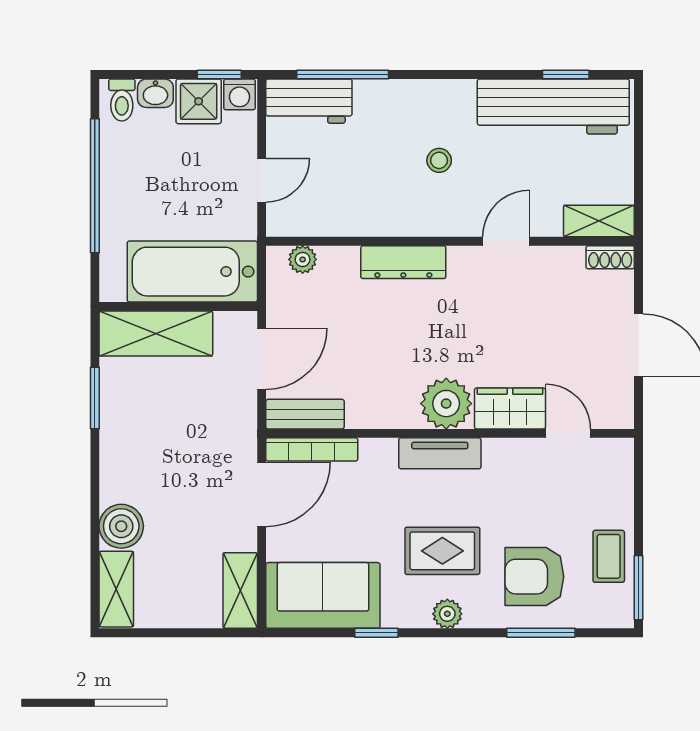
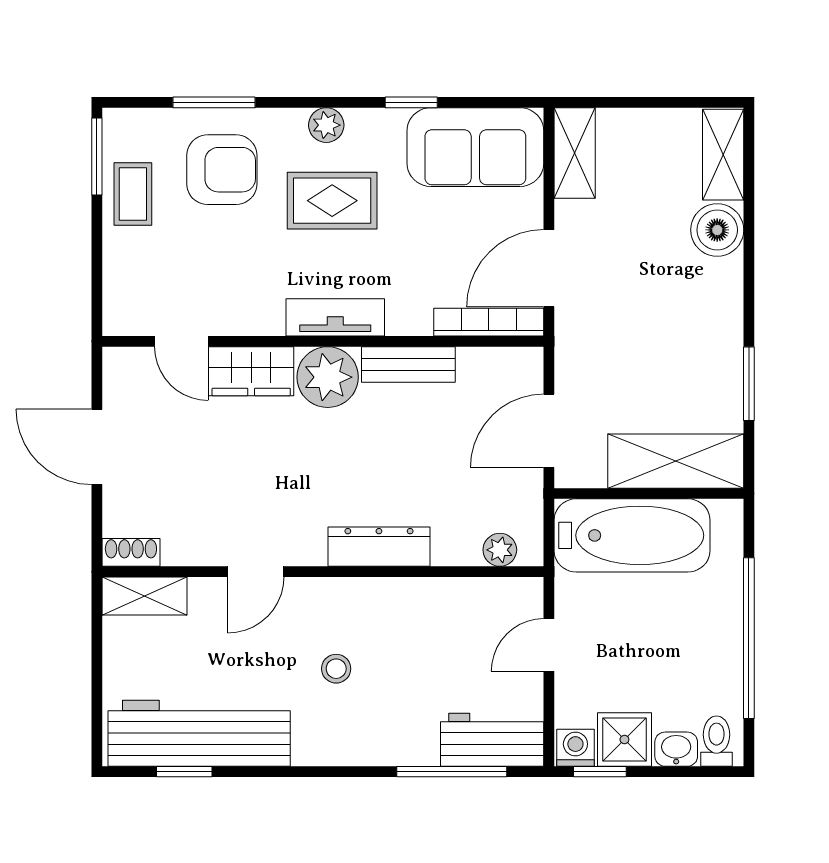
bench: (305, 414) -> (408, 364), moved

